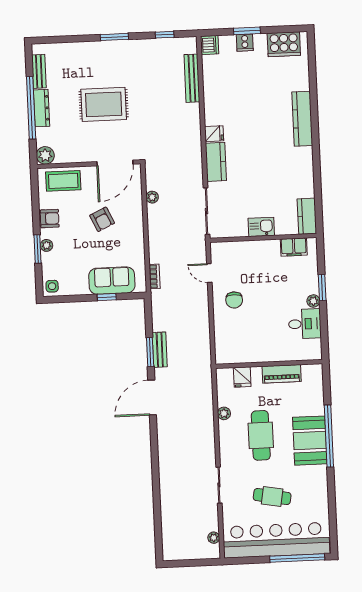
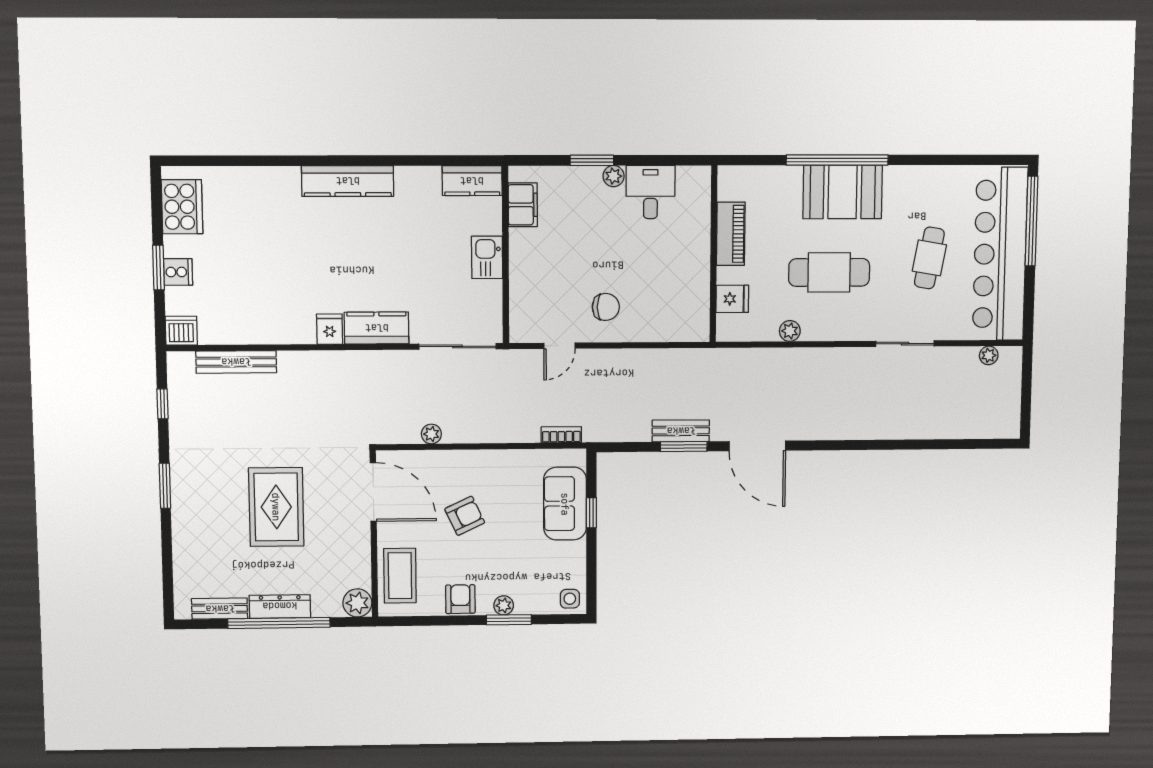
kitchen counter: (302, 119) -> (348, 181), moved

